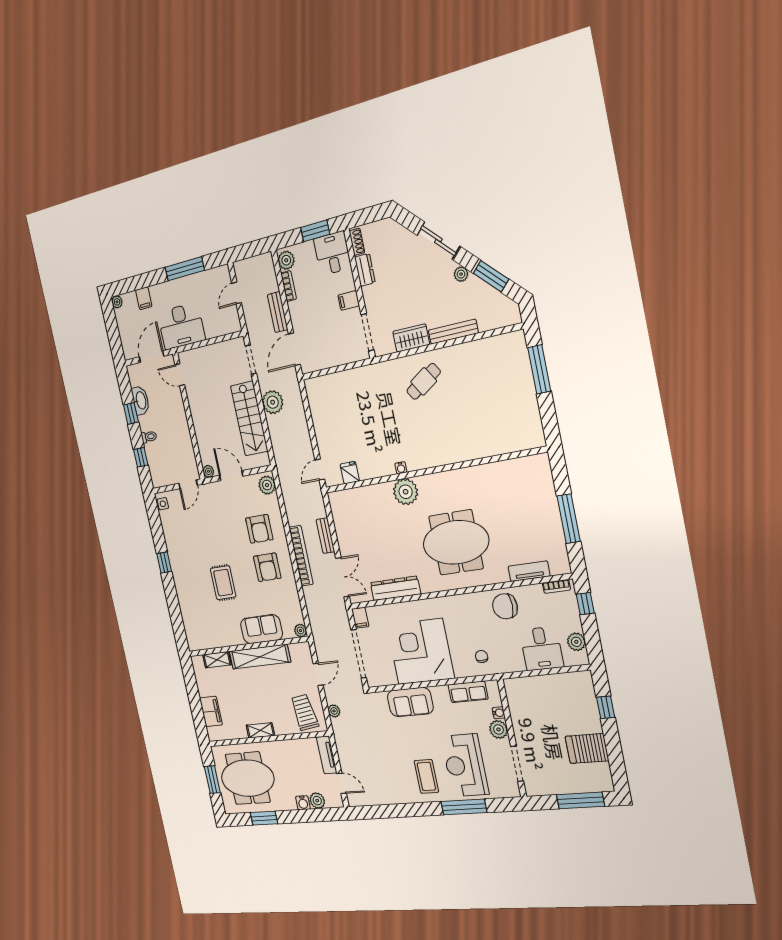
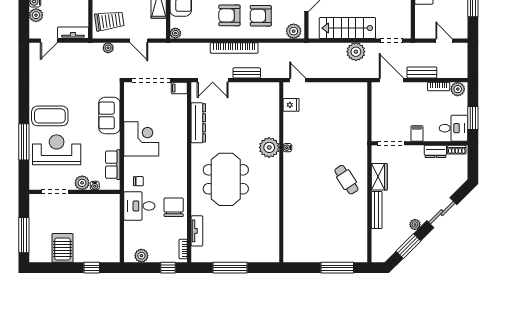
desk: (542, 649) -> (139, 206), moved
corner desk: (420, 652) -> (141, 139), width x0.74, depth x0.74
coffee table: (426, 776) -> (50, 116), width x1.36, depth x1.32

